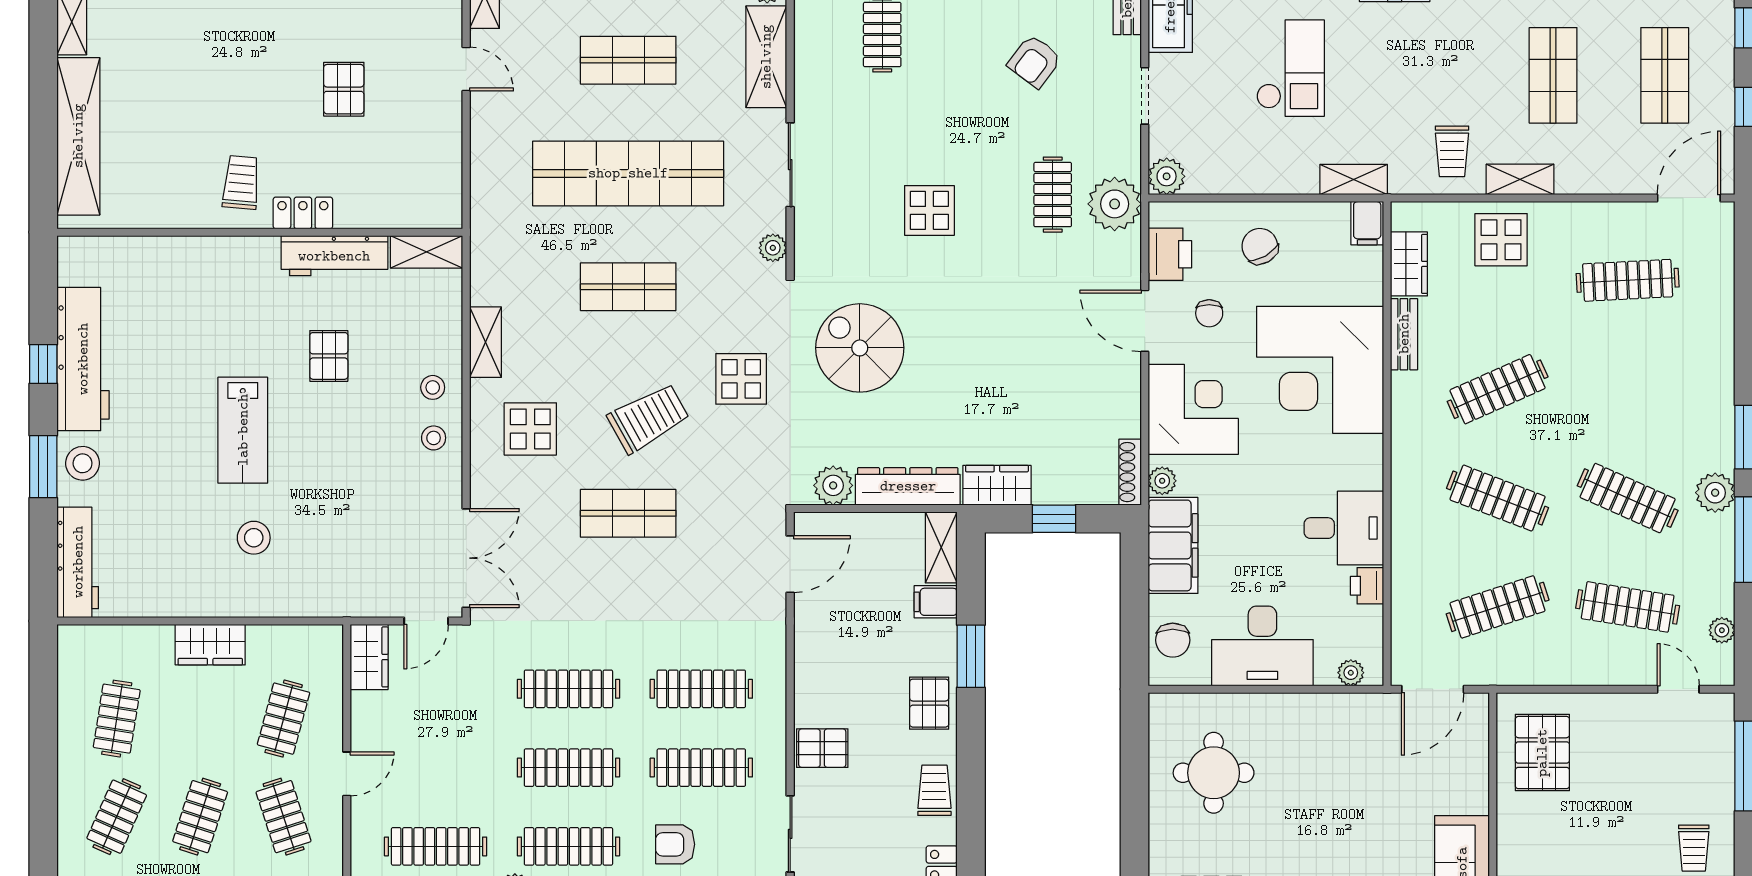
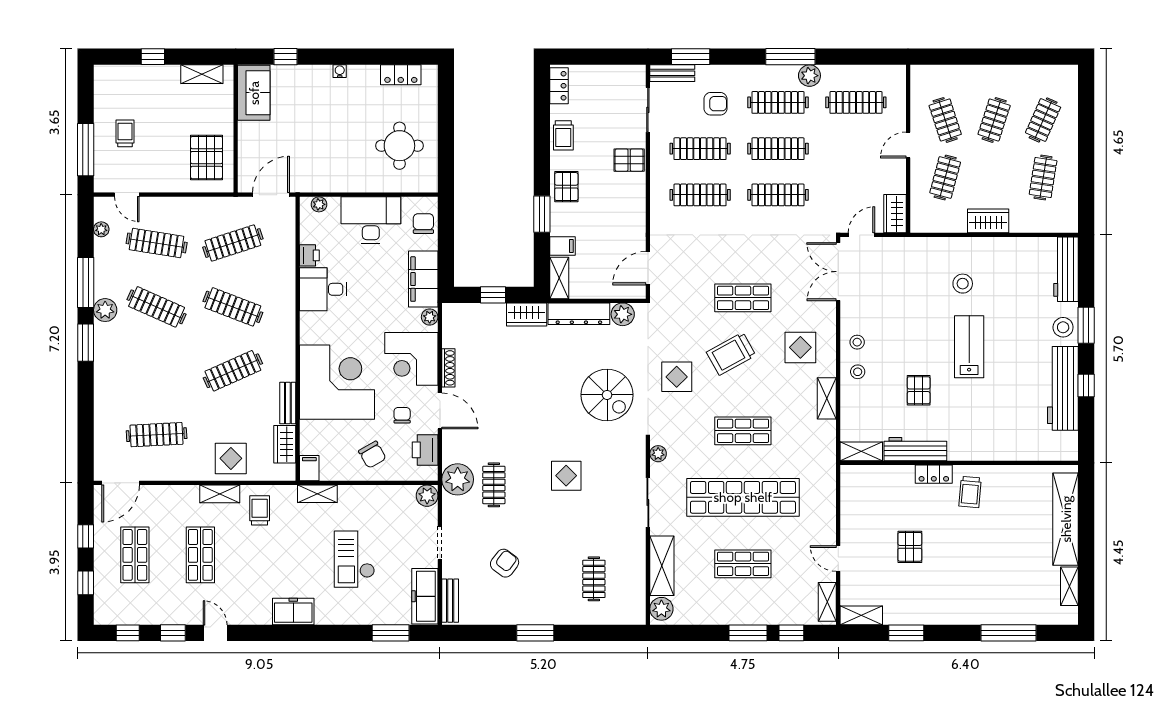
shoe rack: (1130, 472) -> (448, 368), moved
trolley: (1694, 848) -> (125, 133), moved

